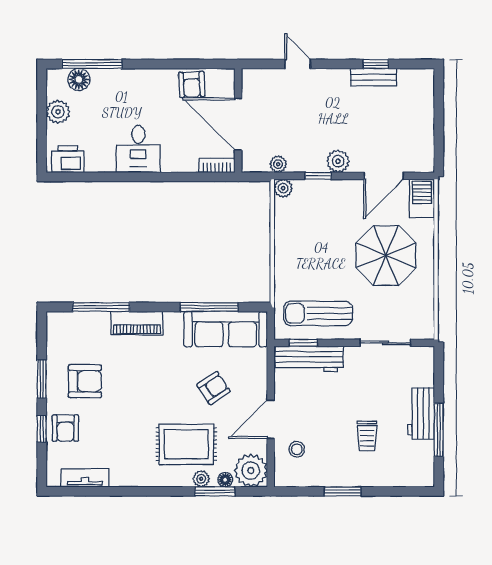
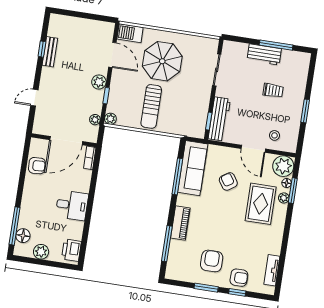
sun lounger: (318, 313) -> (151, 106), moved

